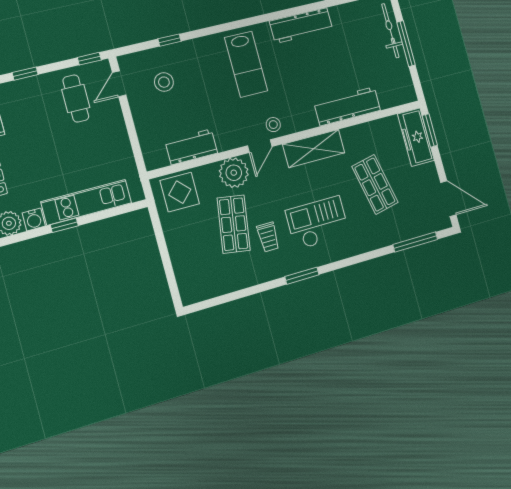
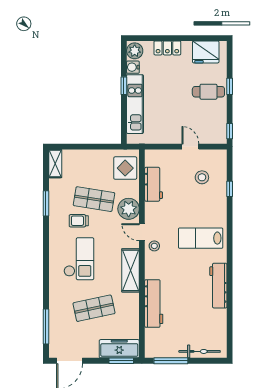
window: (406, 44) -> (171, 361), moved
door: (119, 84) -> (190, 147), moved
cafe table: (76, 98) -> (208, 92), moved
window: (302, 276) -> (46, 203), moved
shelving: (200, 292) -> (55, 164), added

